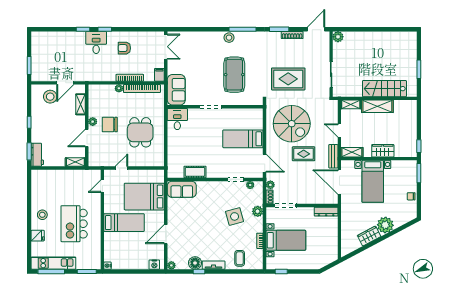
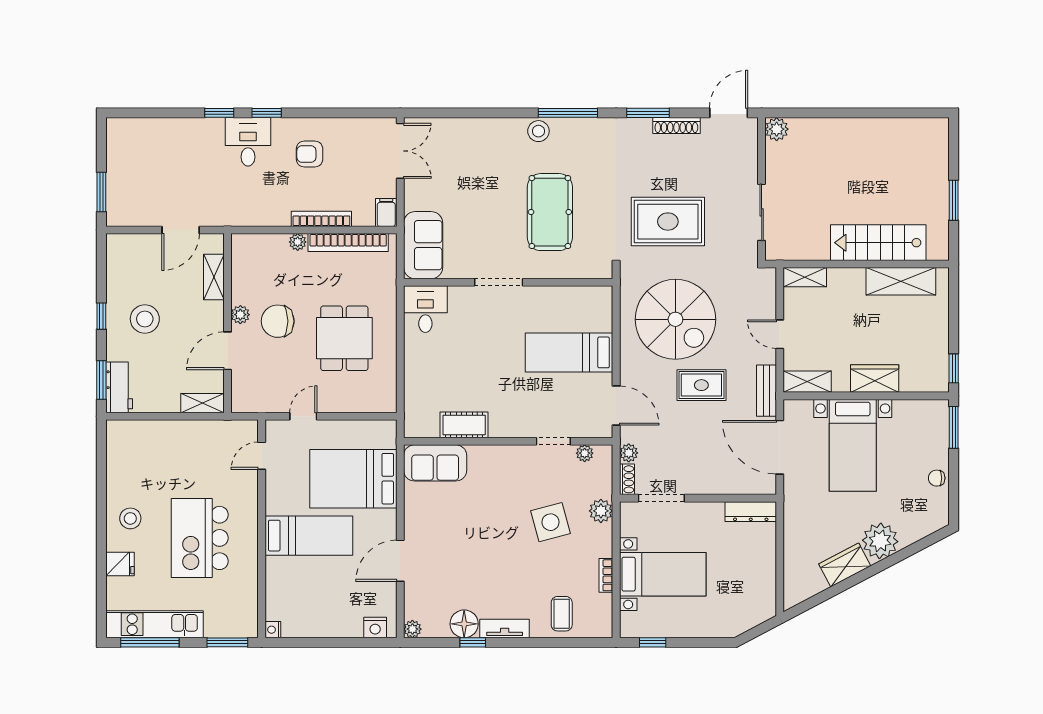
stool: (50, 97) -> (145, 319), moved
shelving: (377, 106) -> (901, 281), moved

